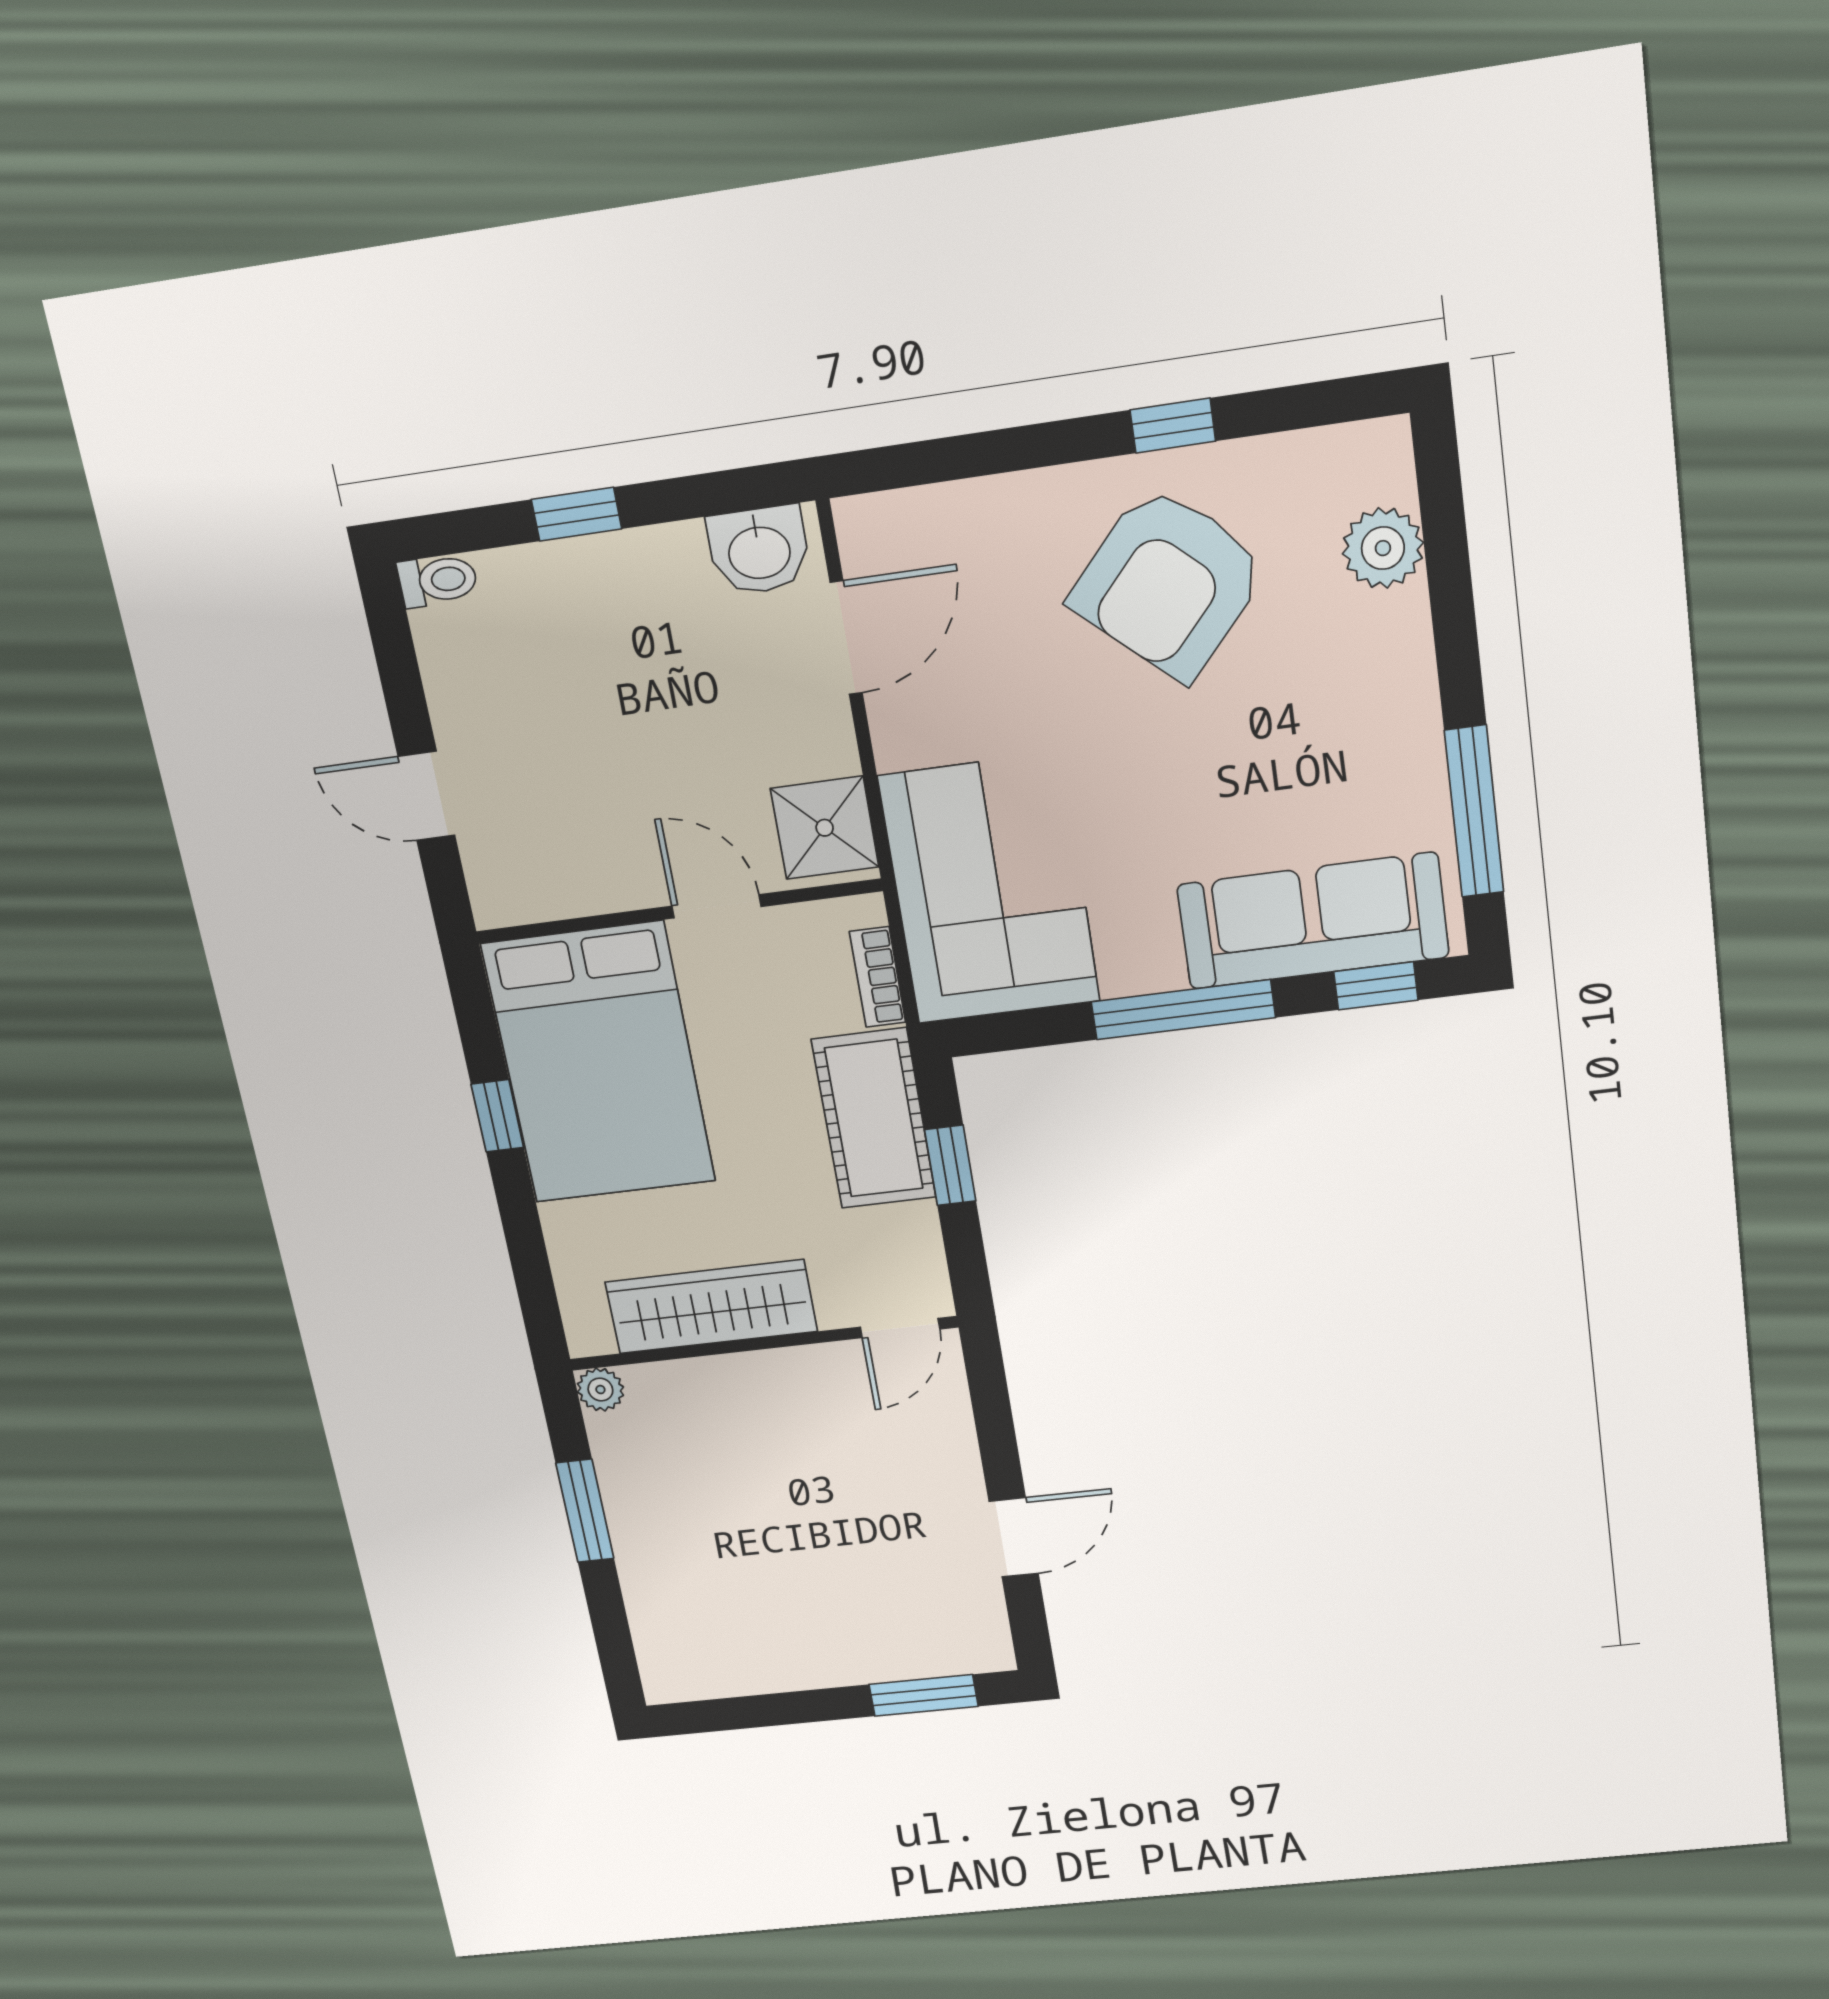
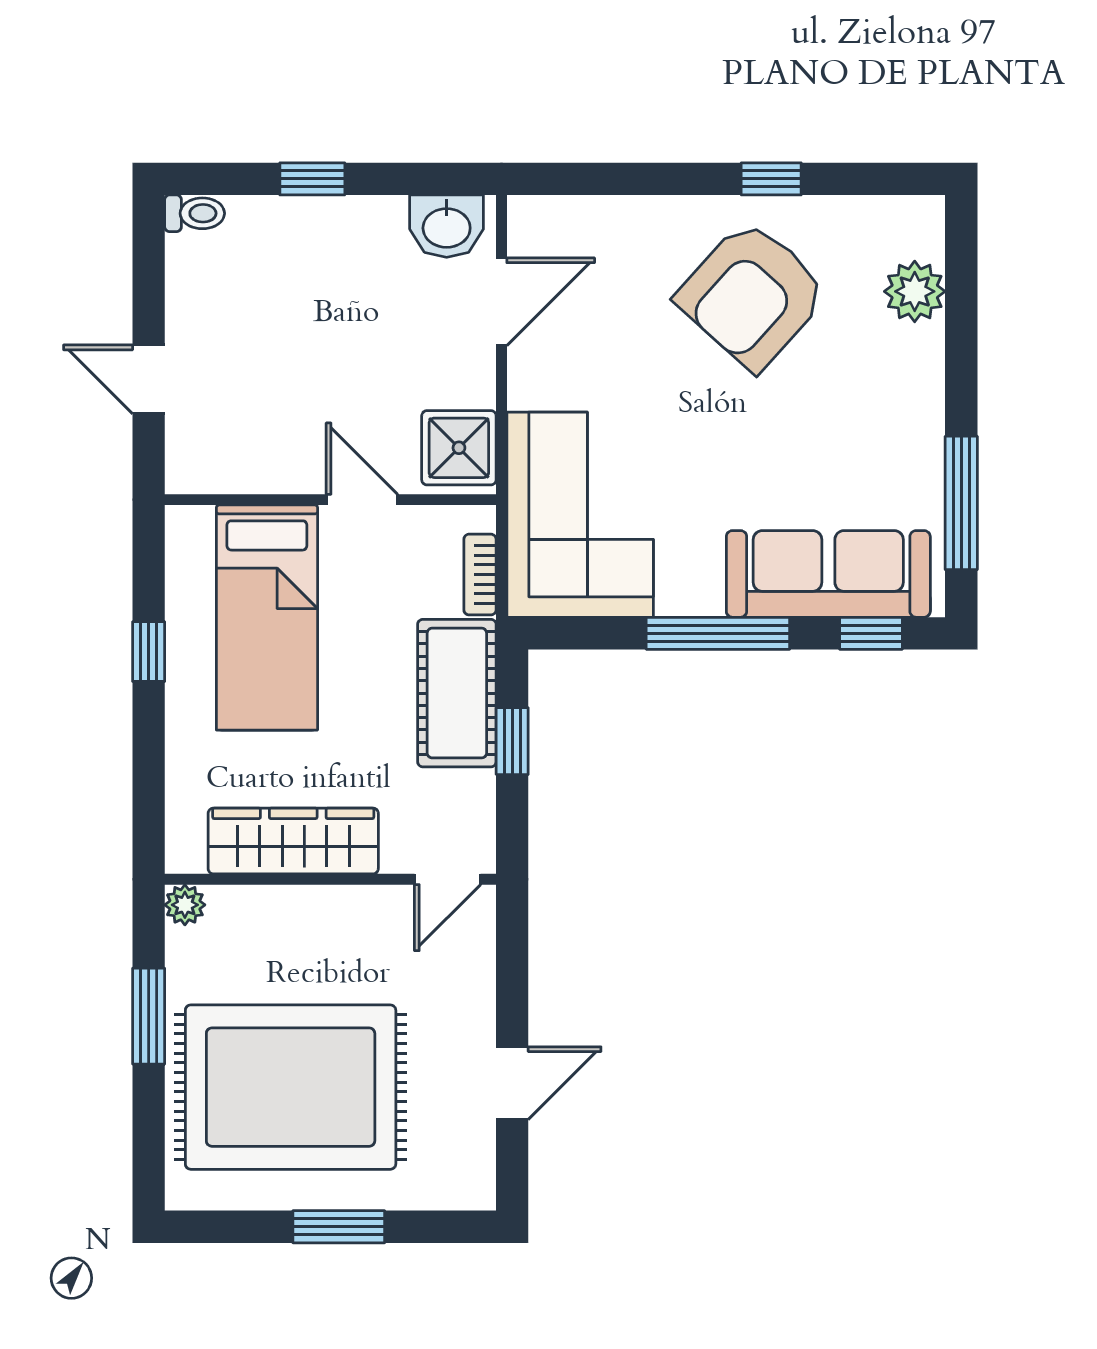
bed: (599, 1063) -> (267, 618), width x0.67
rug: (761, 1567) -> (291, 1087), added
window: (924, 1695) -> (339, 1227), moved

